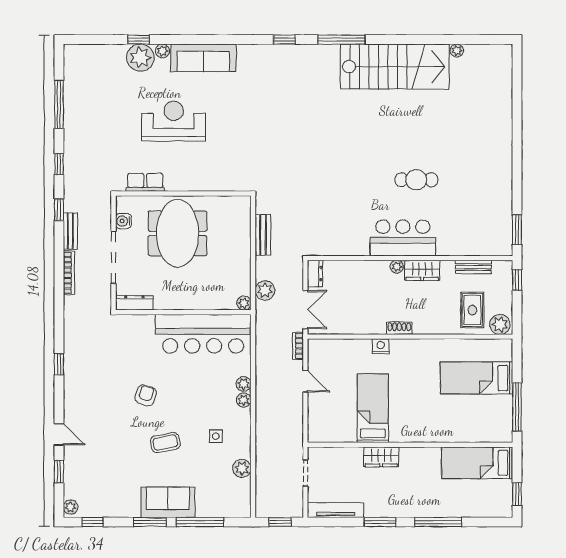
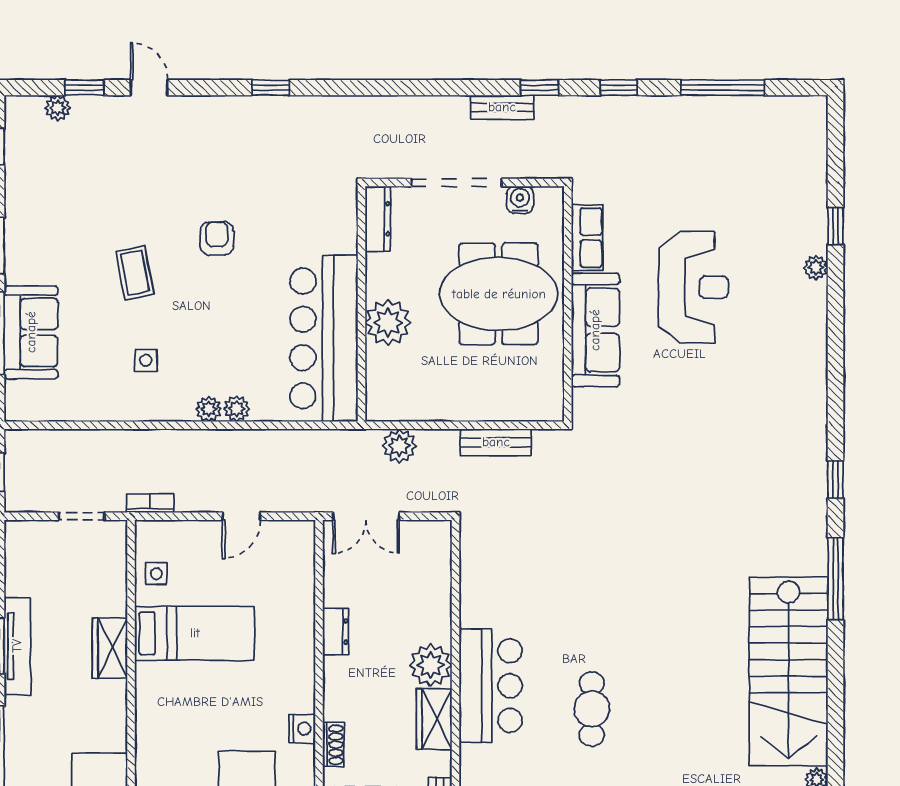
plant: (140, 58) -> (804, 229), removed
sofa: (203, 58) -> (595, 330), moved, turned 180
plant: (397, 267) -> (431, 665), width x1.88, depth x1.88
bookcase: (69, 273) -> (430, 105), removed
dresser: (315, 274) -> (336, 632), moved, turned -90
plant: (244, 303) -> (388, 322), moved, width x1.88, depth x1.88
shoe rack: (399, 328) -> (333, 745), moved
bookcase: (298, 346) -> (150, 503), moved
nightstand: (381, 346) -> (302, 729), moved
armchair: (146, 395) -> (217, 238), turned -108
side table: (338, 430) -> (156, 574), added
door: (59, 434) -> (149, 88), swing flipped
plant: (242, 468) -> (90, 406), removed
sofa: (168, 502) -> (31, 332), moved
plant: (71, 507) -> (58, 108), moved
tv unit: (336, 510) -> (17, 646), moved

